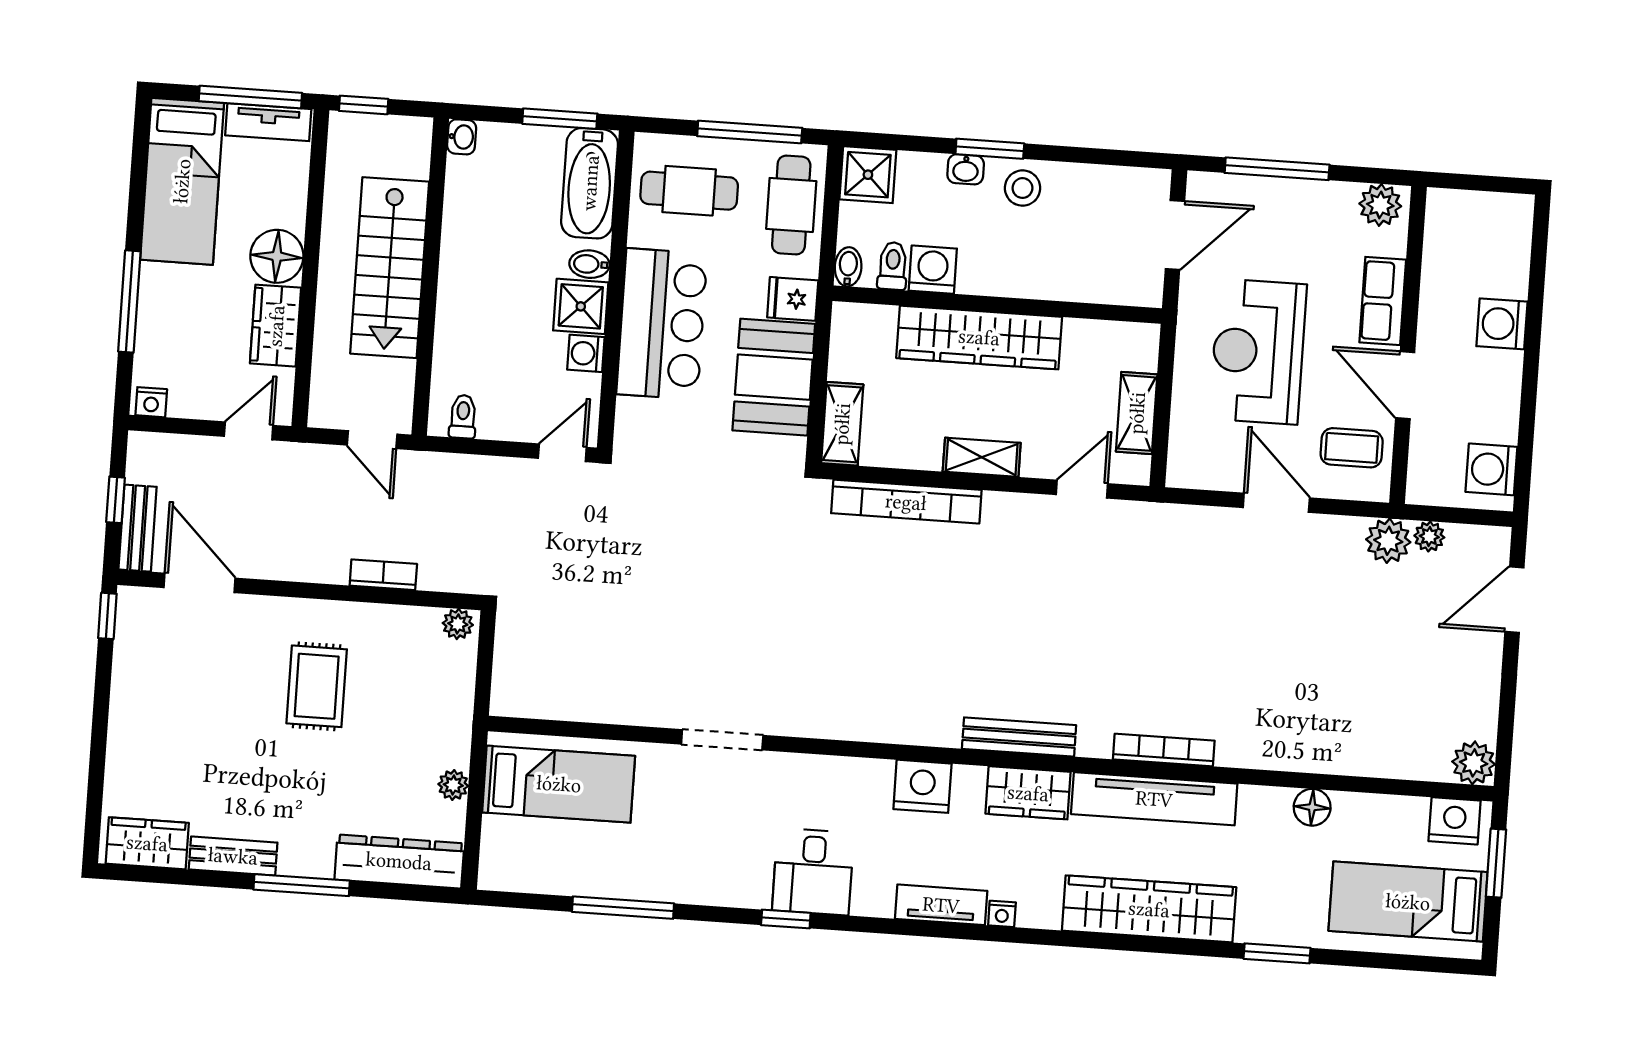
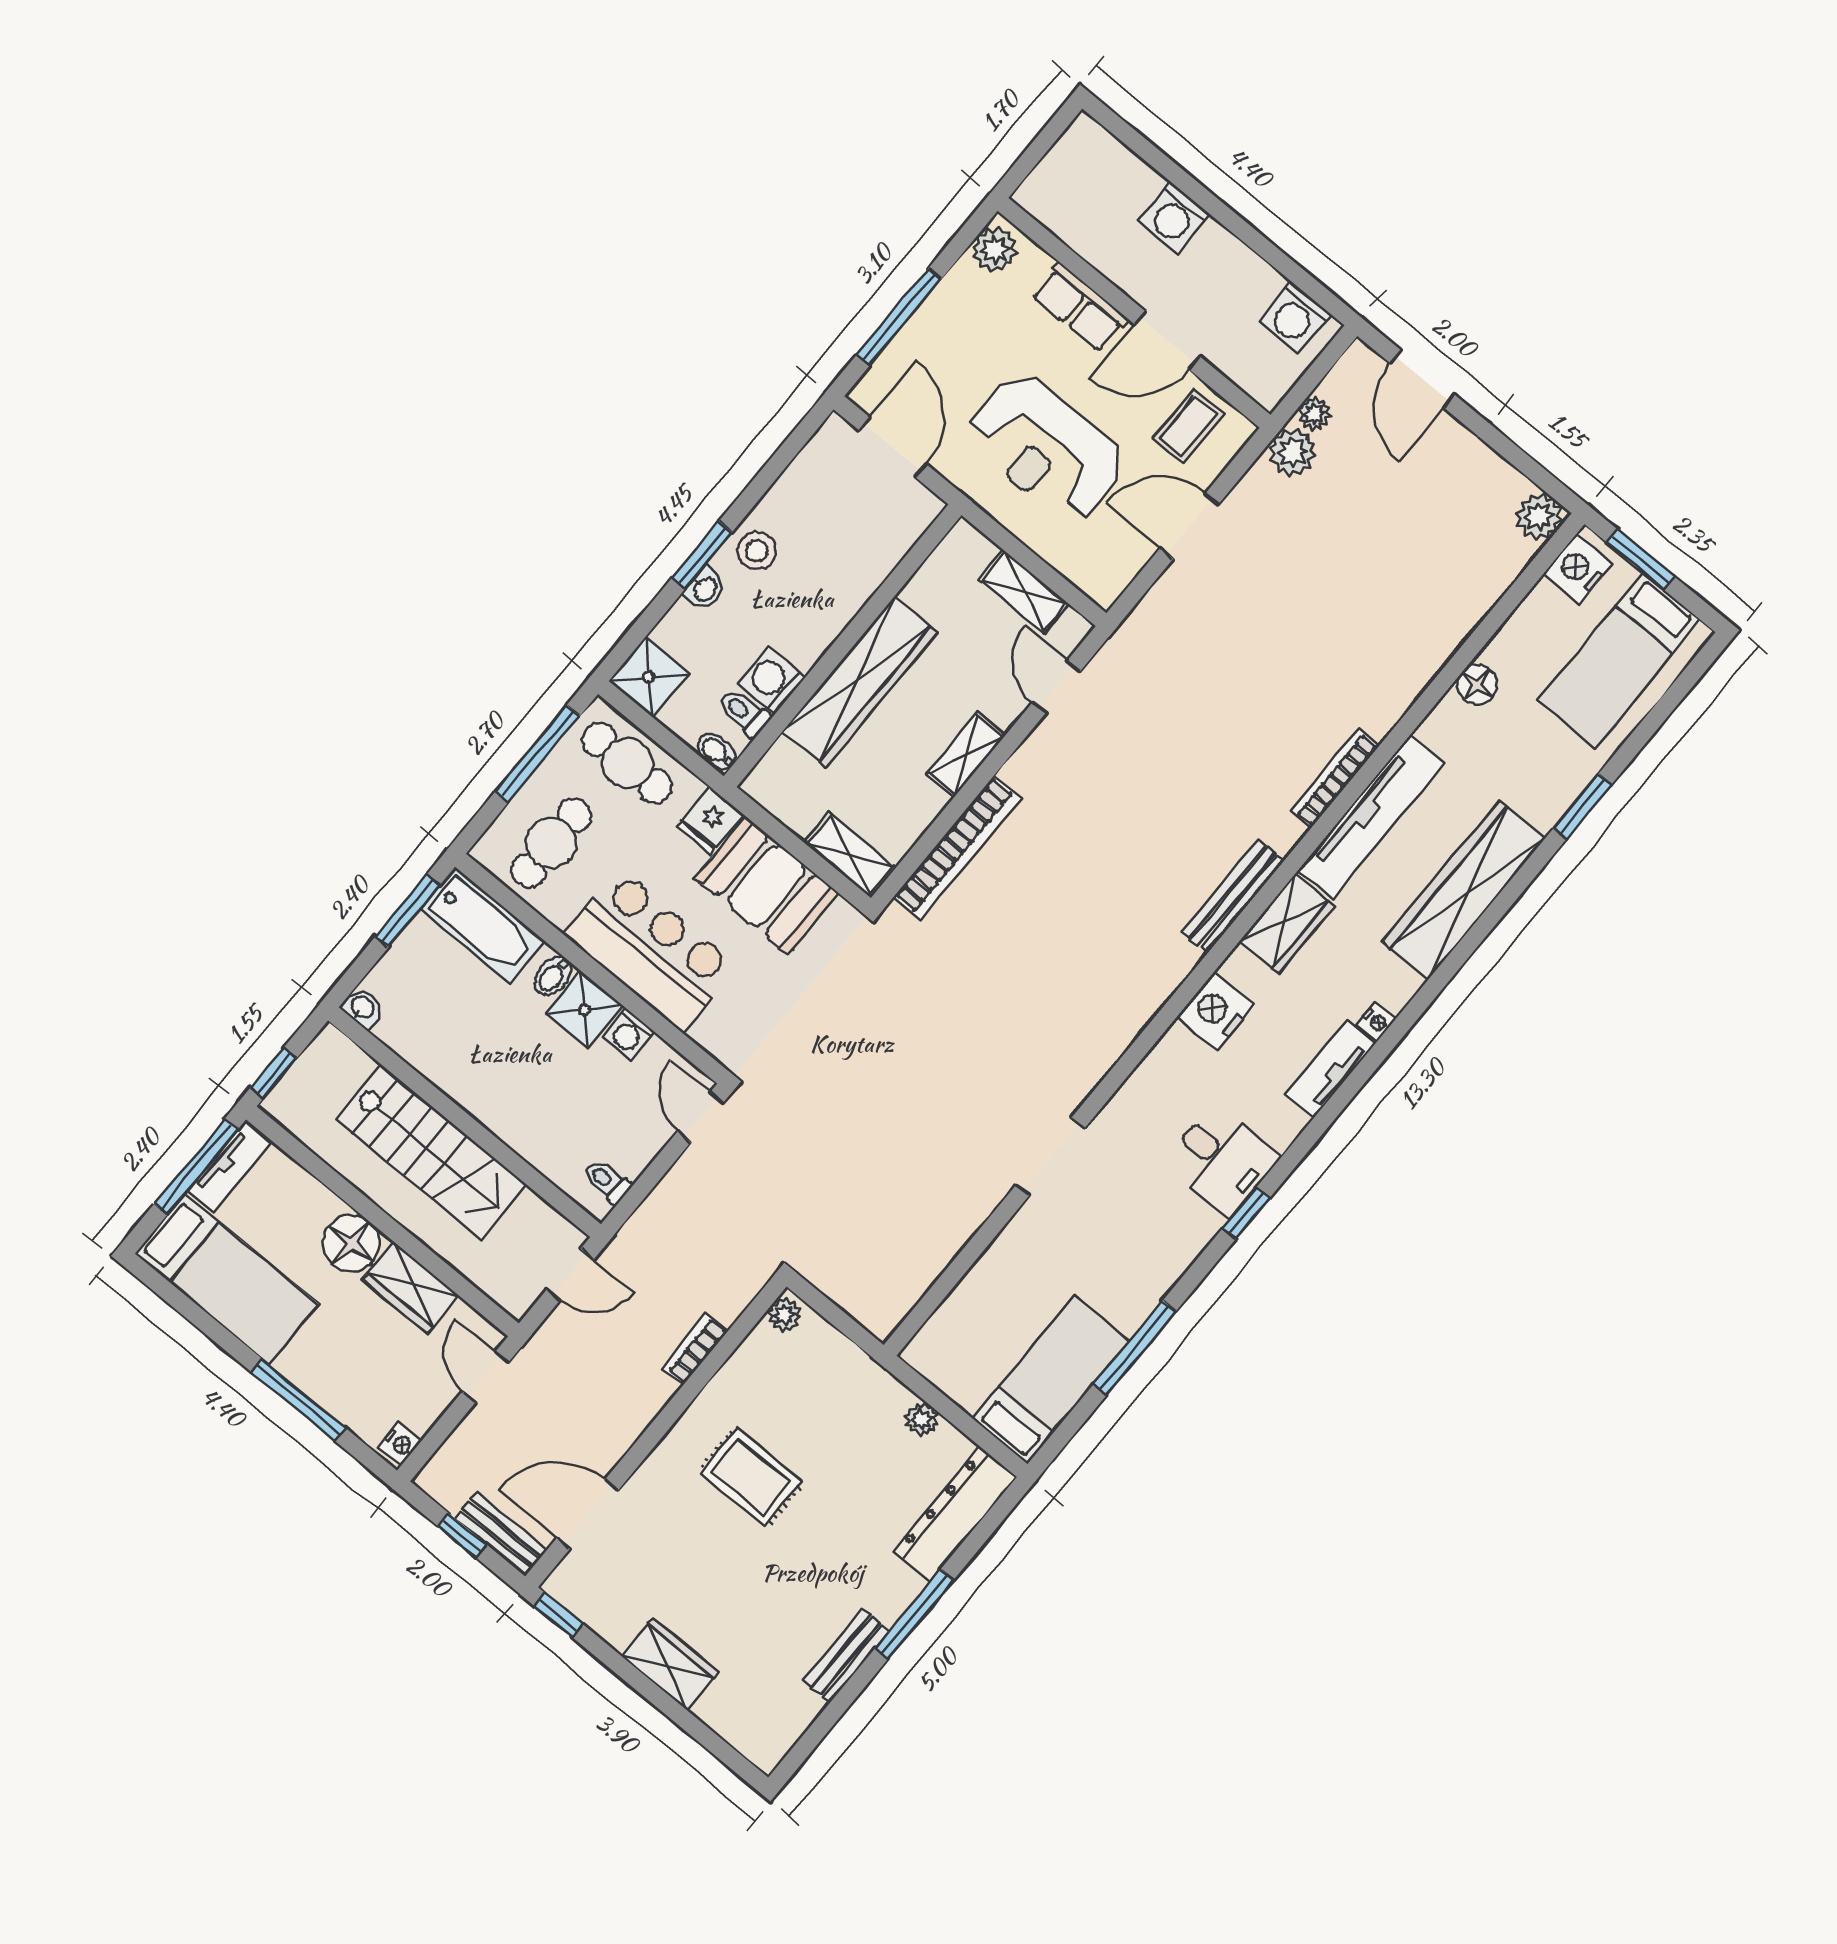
bed: (559, 784) -> (1051, 1380), moved
wardrobe: (147, 843) -> (670, 1664), moved, turned 90

